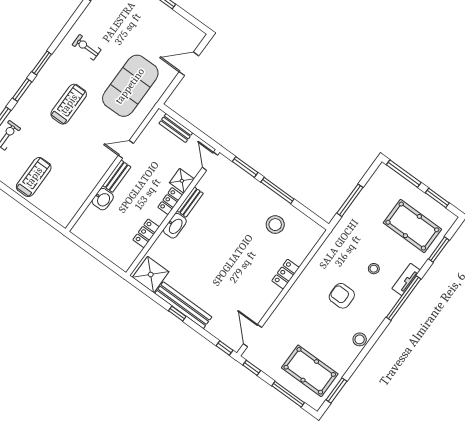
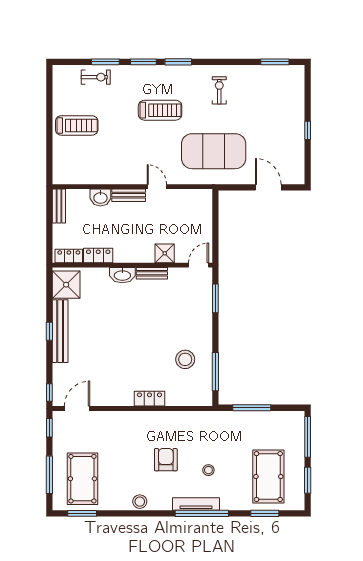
bench: (176, 128) -> (59, 206), moved
window: (277, 190) -> (215, 372), moved
locker: (170, 201) -> (69, 256), moved
tv unit: (406, 279) -> (196, 504), moved, width x1.41

